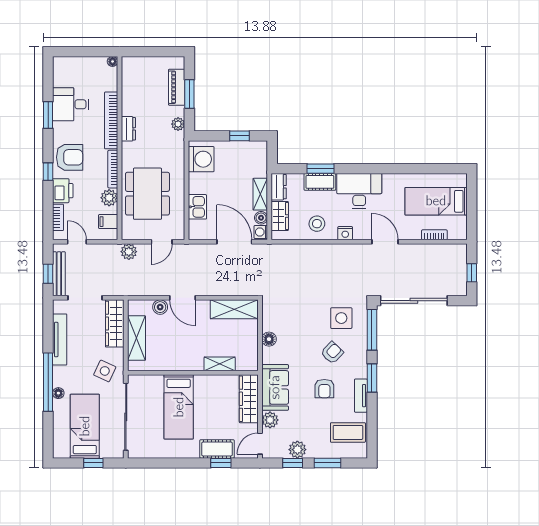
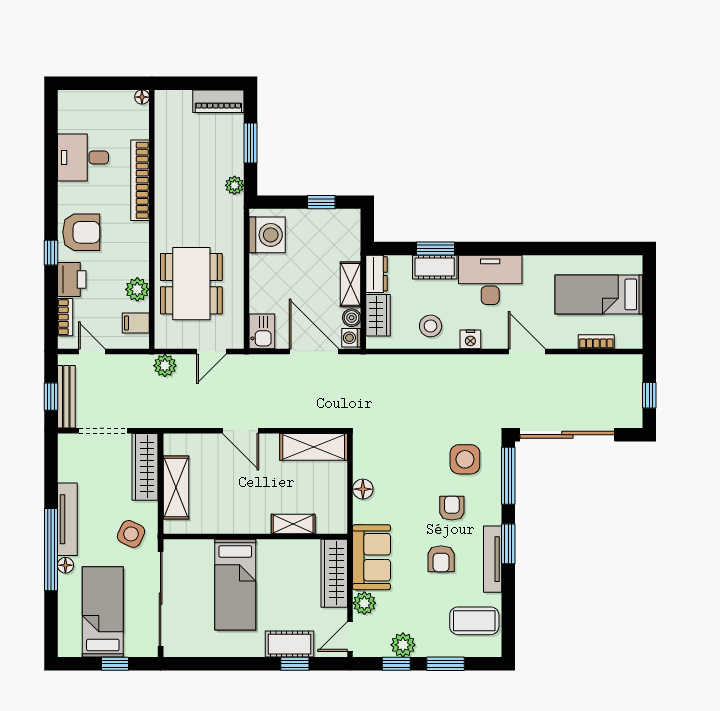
piano: (177, 87) -> (218, 101), moved, turned -90
window: (48, 115) -> (51, 173), removed
dresser: (128, 129) -> (164, 192), removed
bookcase: (113, 169) -> (142, 249), removed
kitchen sink: (197, 207) -> (262, 331), moved
boiler: (160, 307) -> (209, 444), removed
tv unit: (60, 340) -> (67, 519), moved
armchair: (332, 353) -> (452, 508), turned -44
tv unit: (361, 396) -> (493, 559), width x1.41

